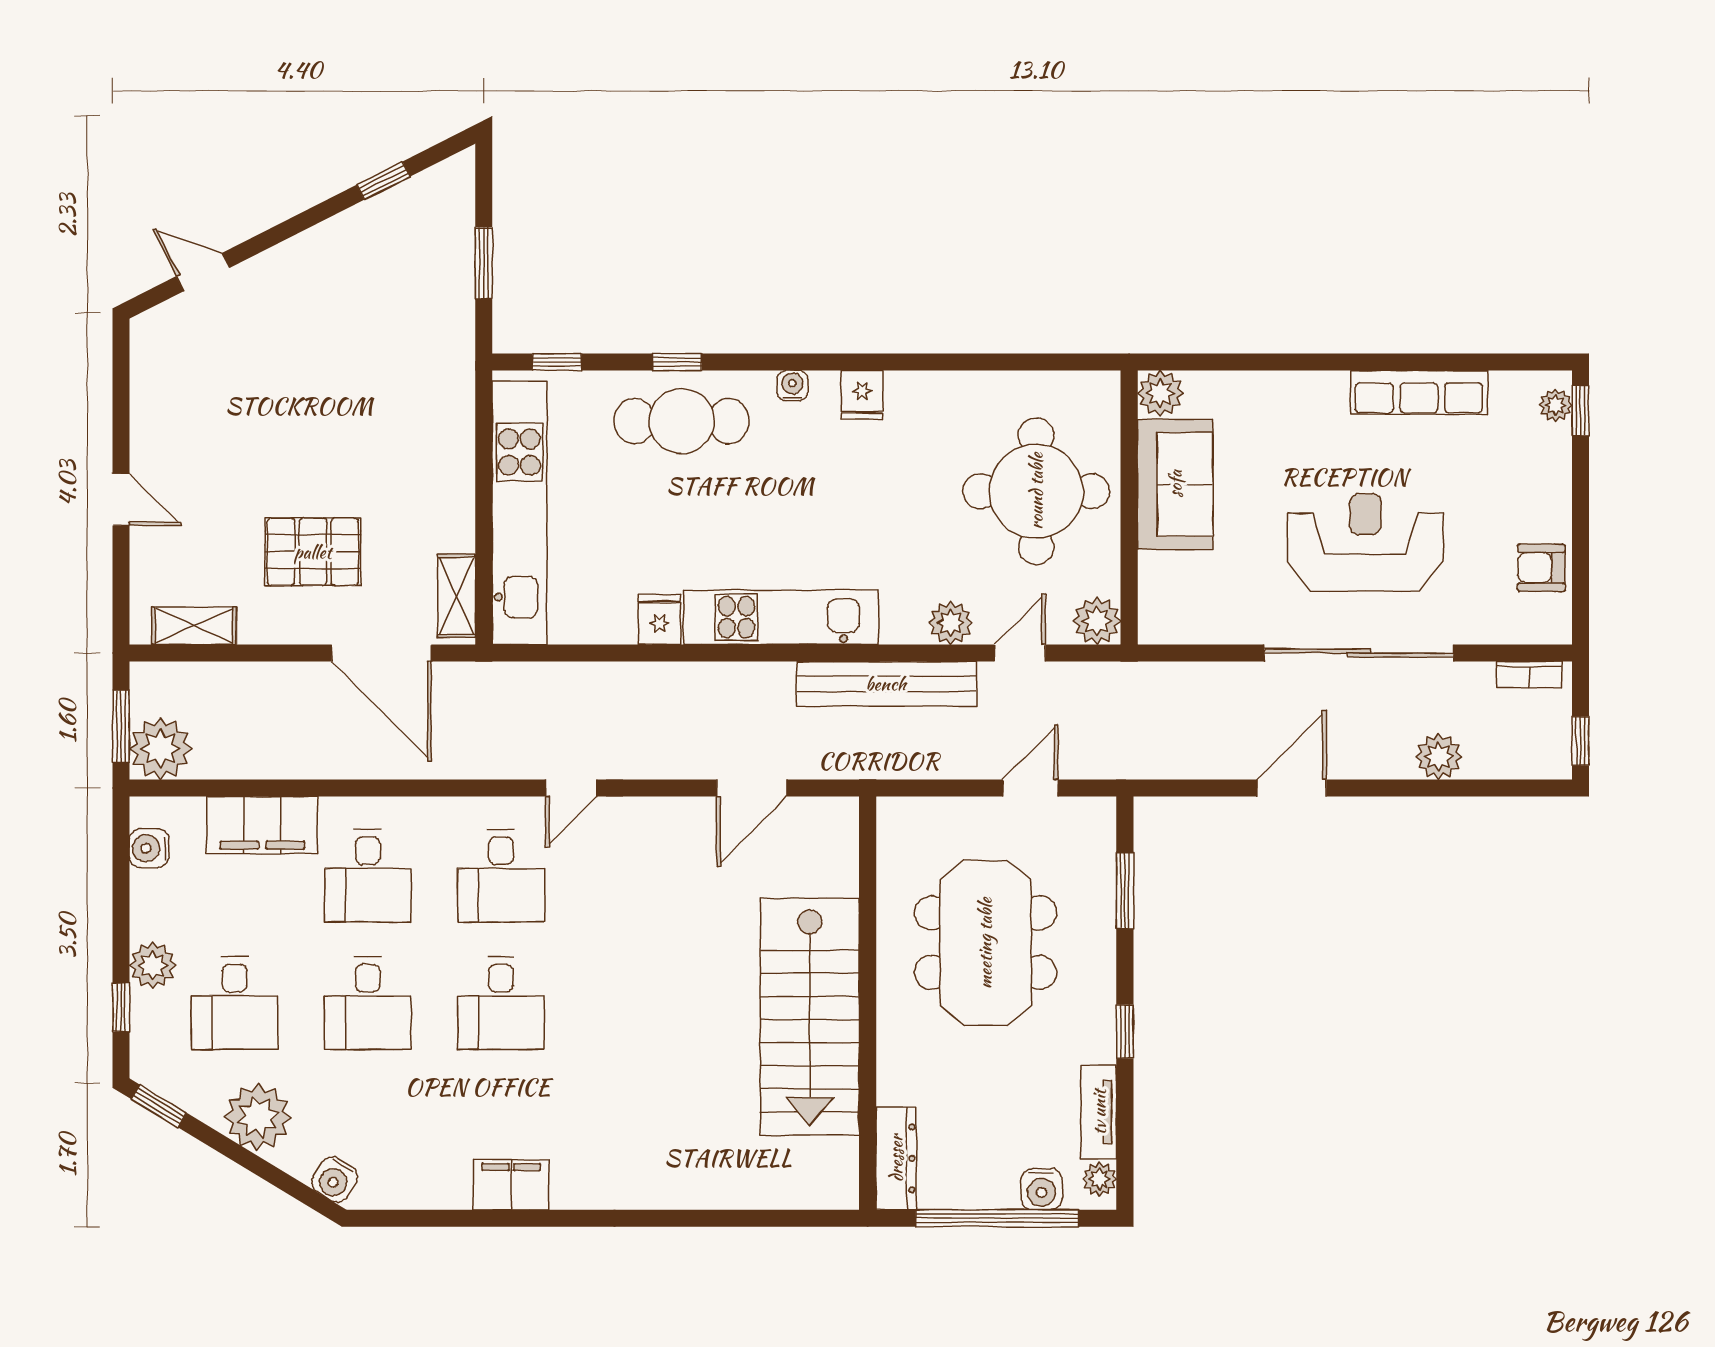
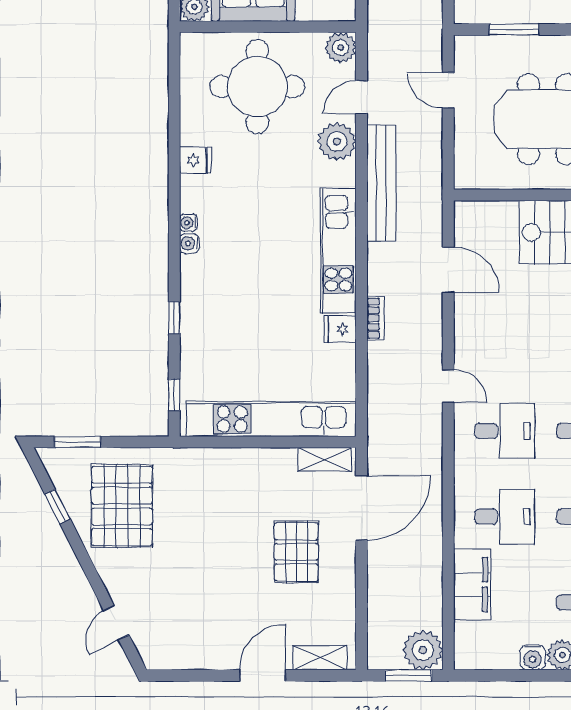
window: (484, 263) -> (78, 442), moved
pallet: (384, 281) -> (122, 506), added
water cooler: (825, 384) -> (188, 223), added
fridge: (862, 395) -> (195, 160), moved
cafe table: (682, 421) -> (212, 315), removed
door: (121, 500) -> (263, 675), width x1.37
plant: (951, 623) -> (337, 142), width x1.36, depth x1.36
shelving: (194, 626) -> (320, 658), moved, turned 90
door: (1020, 653) -> (361, 97), hinge flipped
bookcase: (676, 675) -> (376, 318), added
water cooler: (149, 848) -> (533, 657), moved

